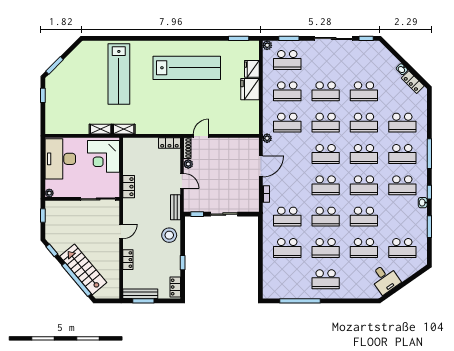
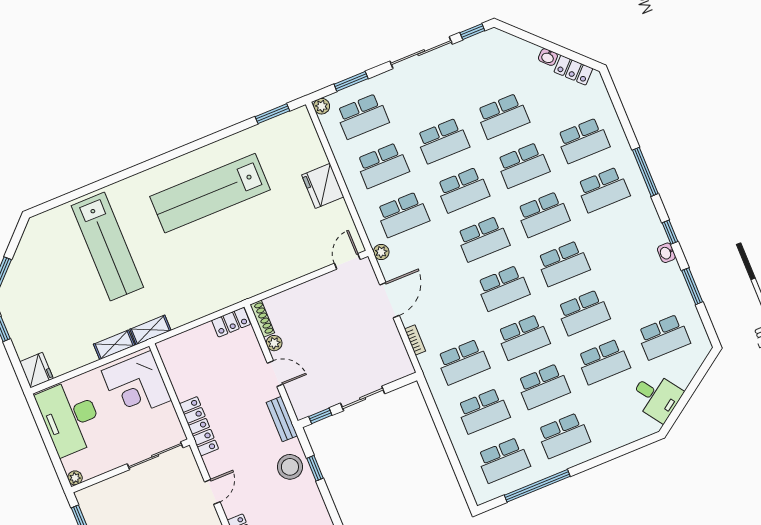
lab bench: (187, 68) -> (210, 193), turned 180
fridge: (252, 69) -> (36, 370), moved, turned 180
door: (201, 136) -> (347, 261), moved
school desk: (402, 185) -> (503, 460), moved
locker: (129, 187) -> (199, 426), width x1.53
window: (183, 263) -> (315, 468), moved

